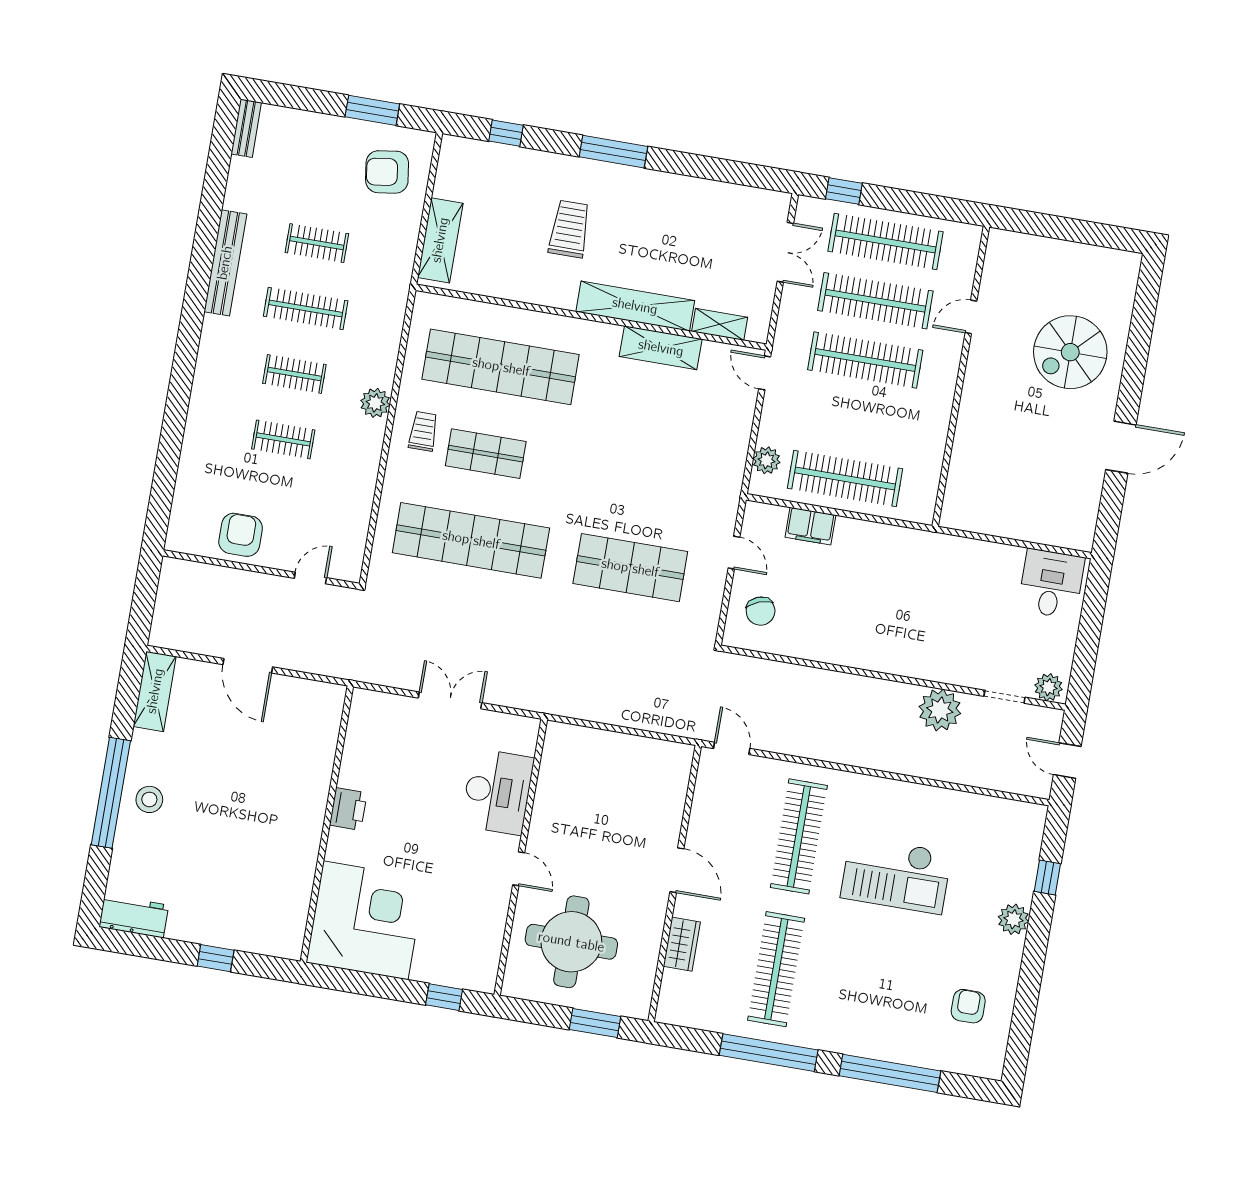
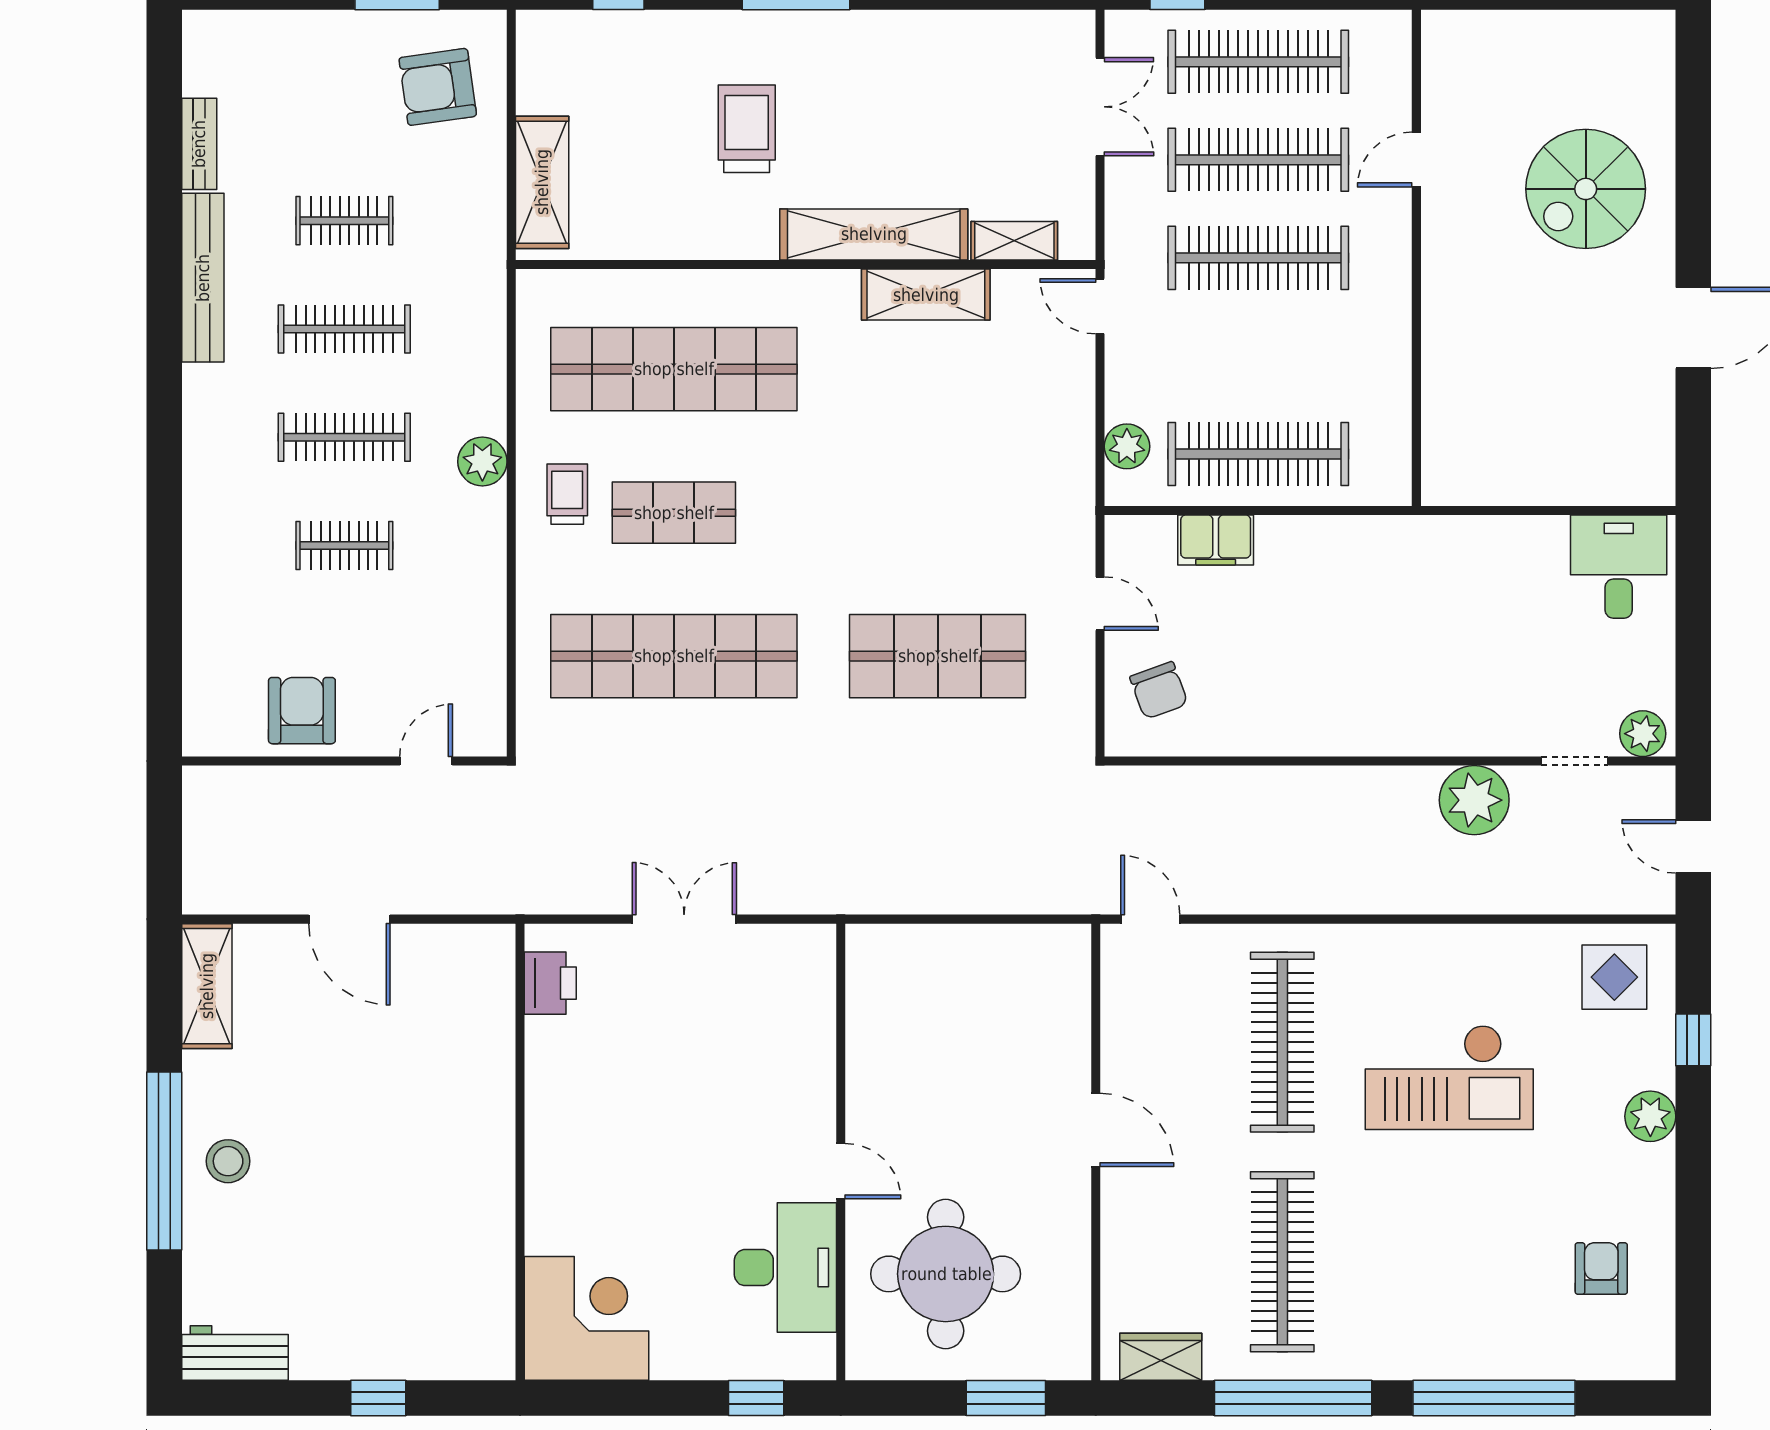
bench: (246, 128) -> (199, 144), moved
clothes rail: (294, 374) -> (344, 437), width x1.36
desk: (497, 792) -> (785, 1268), moved
printer: (348, 809) -> (550, 983), moved
display table: (1006, 831) -> (1614, 977), added
corner desk: (366, 920) -> (587, 1318), width x0.74, depth x0.74
wardrobe: (682, 944) -> (1161, 1357), moved, turned -90

